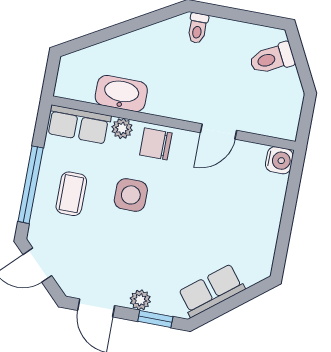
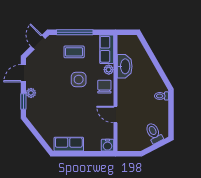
row of seats: (211, 291) -> (69, 144), moved, turned -52

